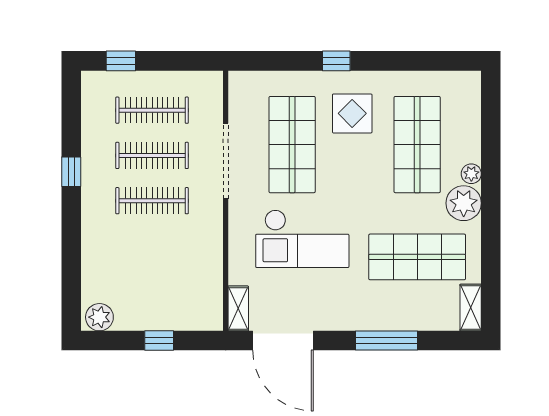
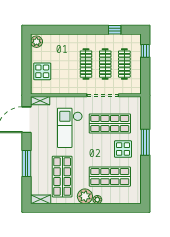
window: (336, 61) -> (145, 142), width x2.17
window: (71, 172) -> (115, 30), moved
display table: (169, 304) -> (42, 71), added
window: (159, 341) -> (27, 67), removed

